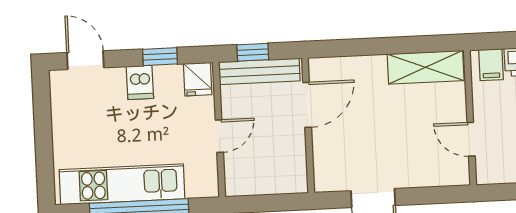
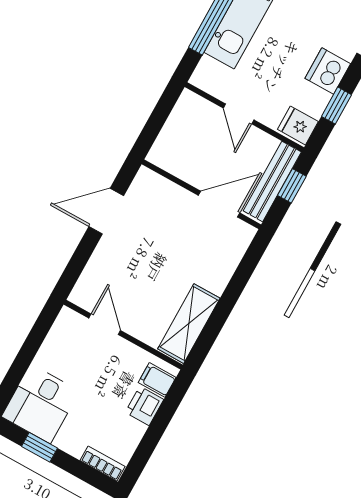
dishwasher: (140, 82) -> (328, 71), width x1.38
door: (307, 105) -> (219, 204), swing flipped
door: (471, 139) -> (105, 324), hinge flipped

